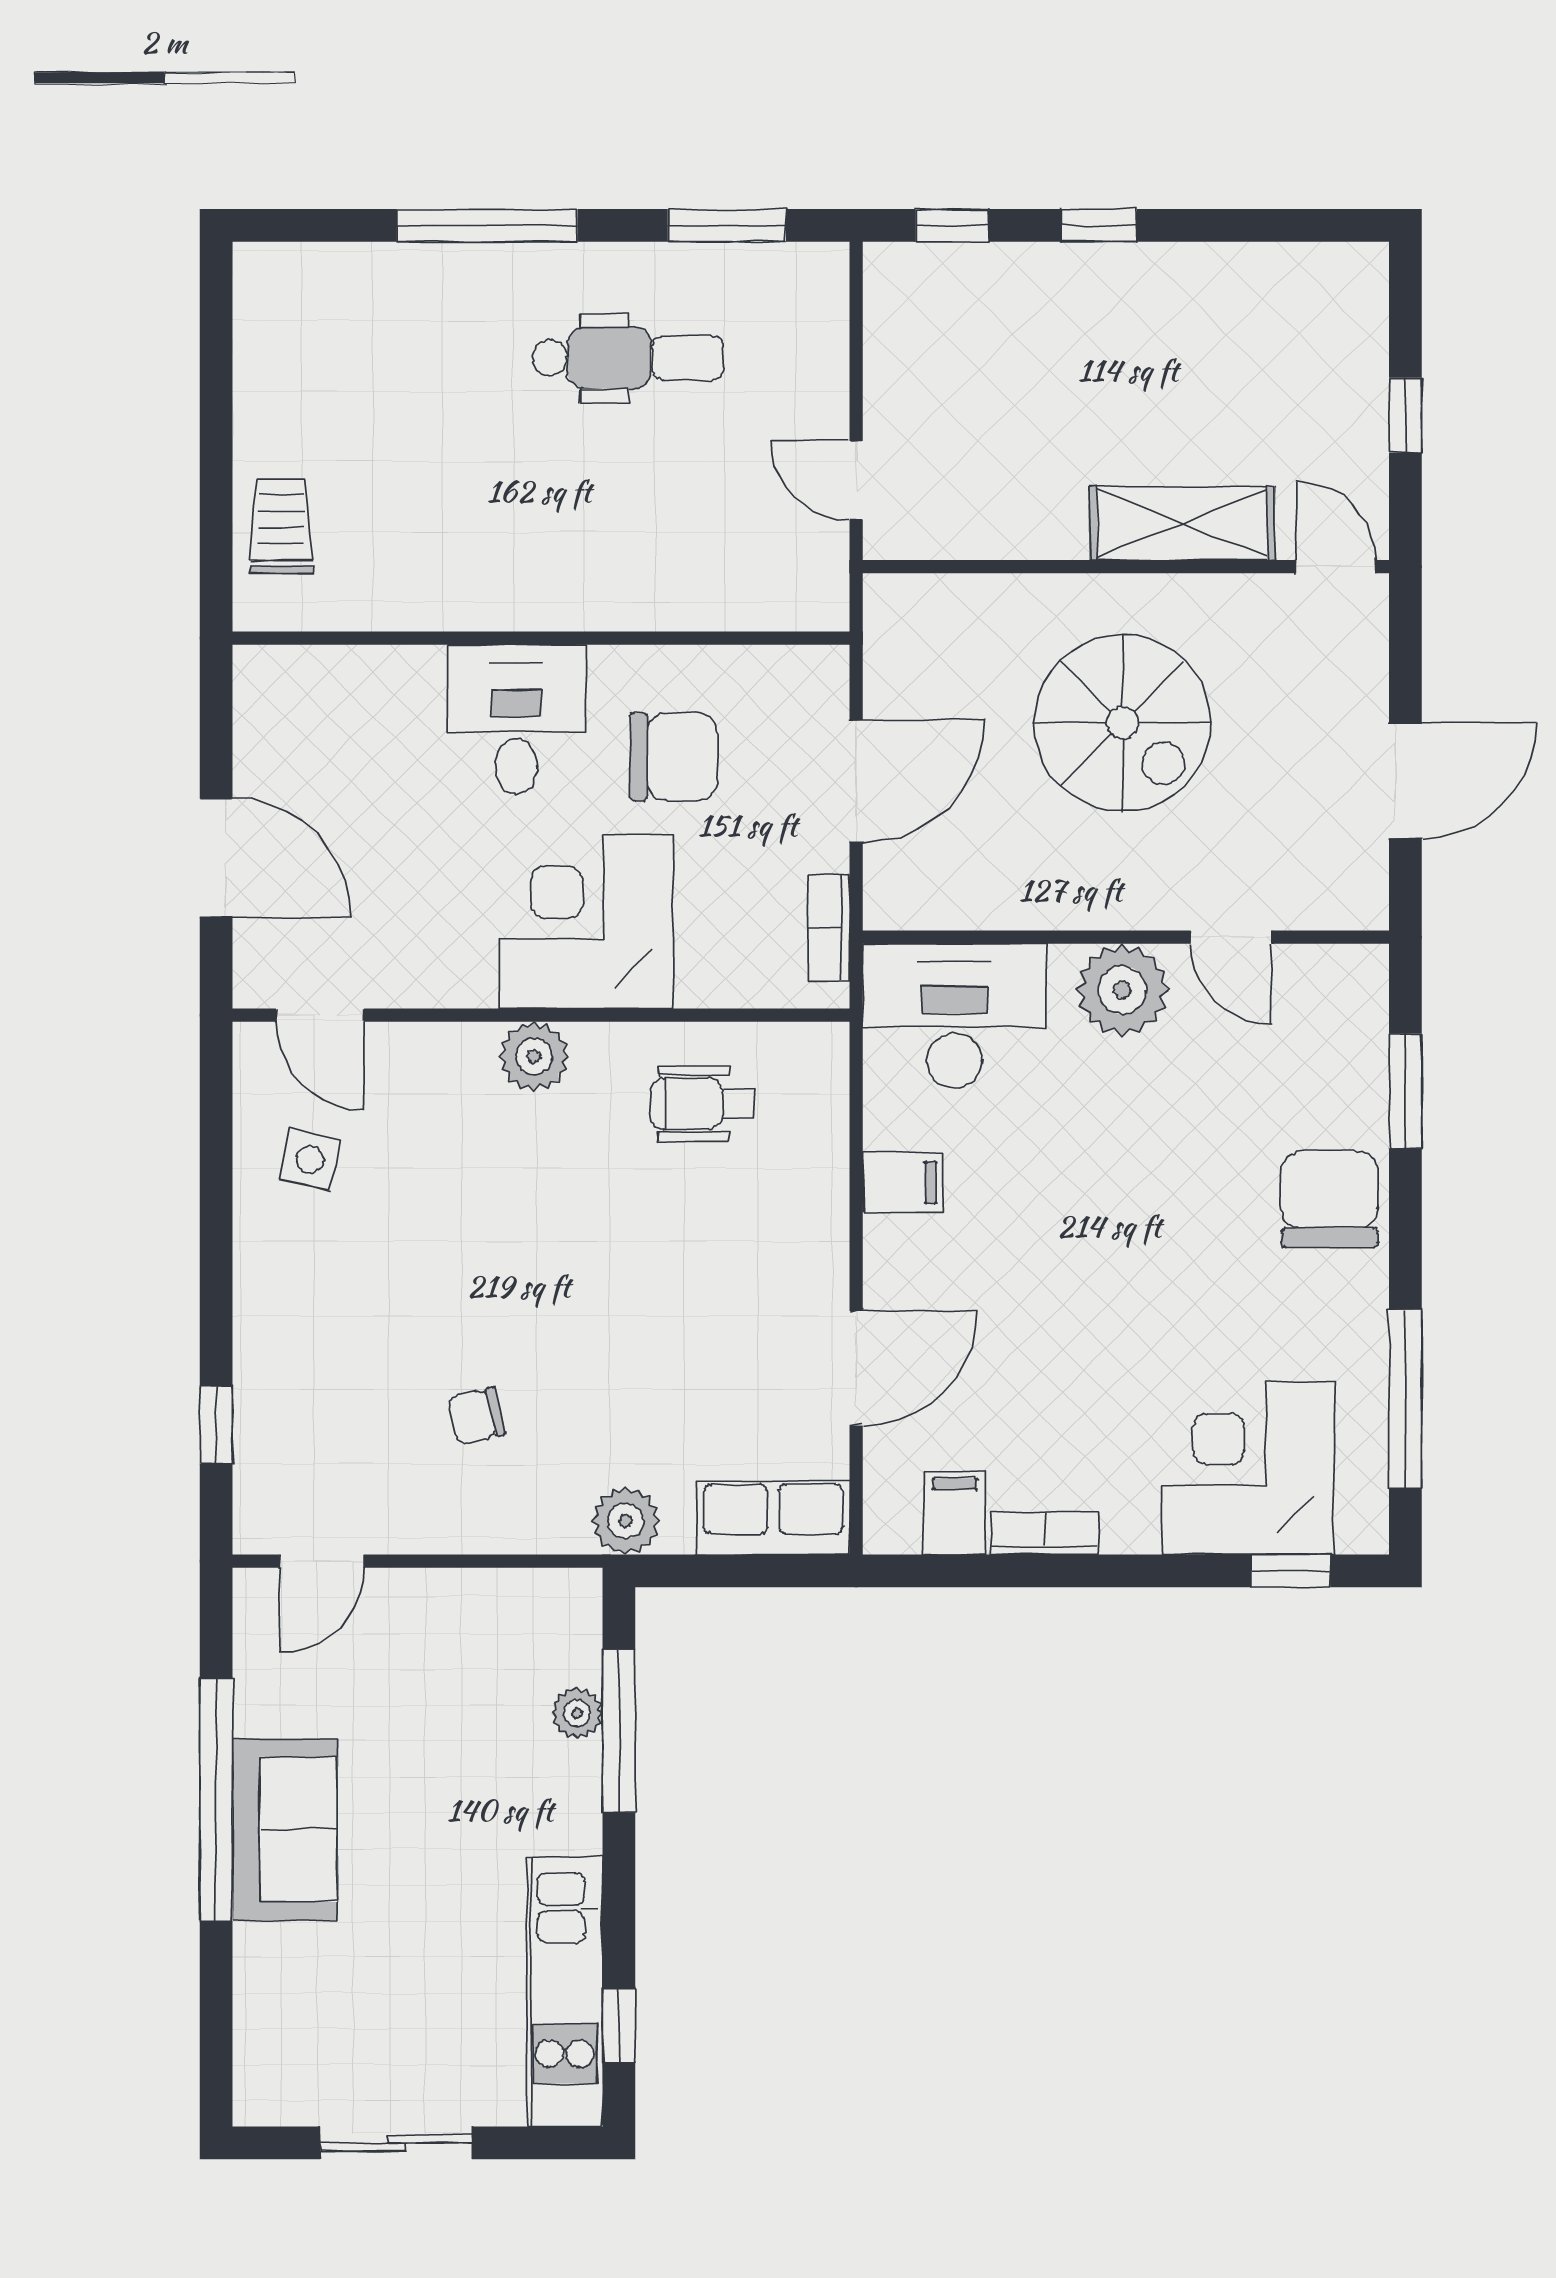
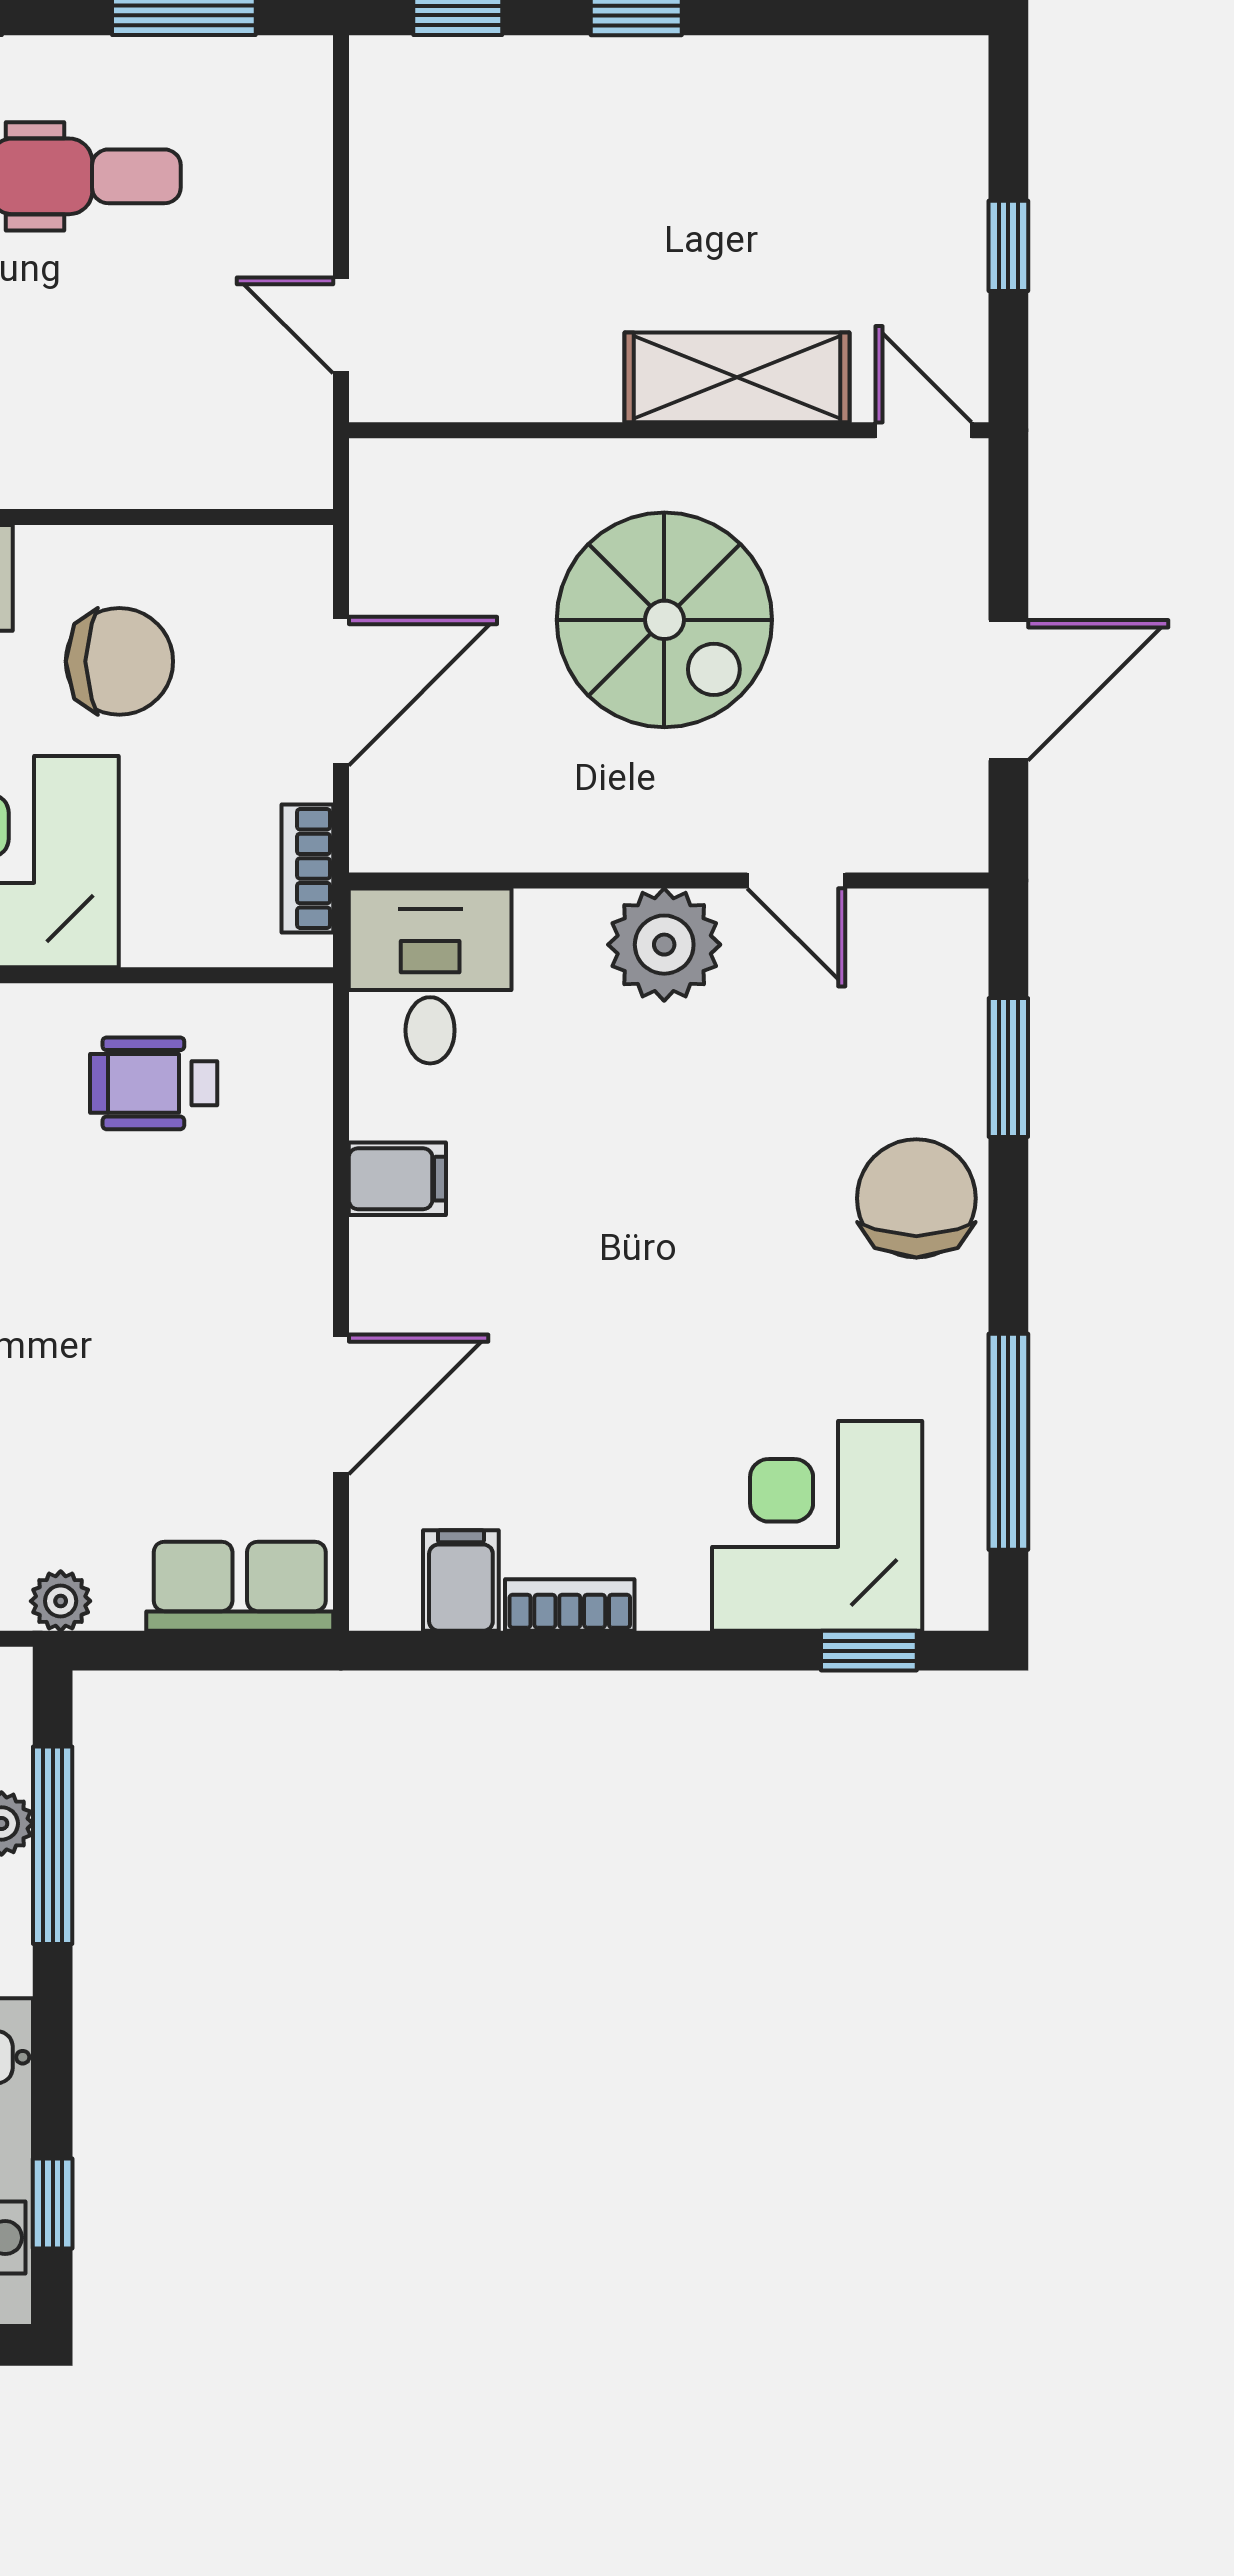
desk: (955, 1016) -> (430, 976), width x0.73
plant: (626, 1521) -> (61, 1601), width x0.73, depth x0.73

